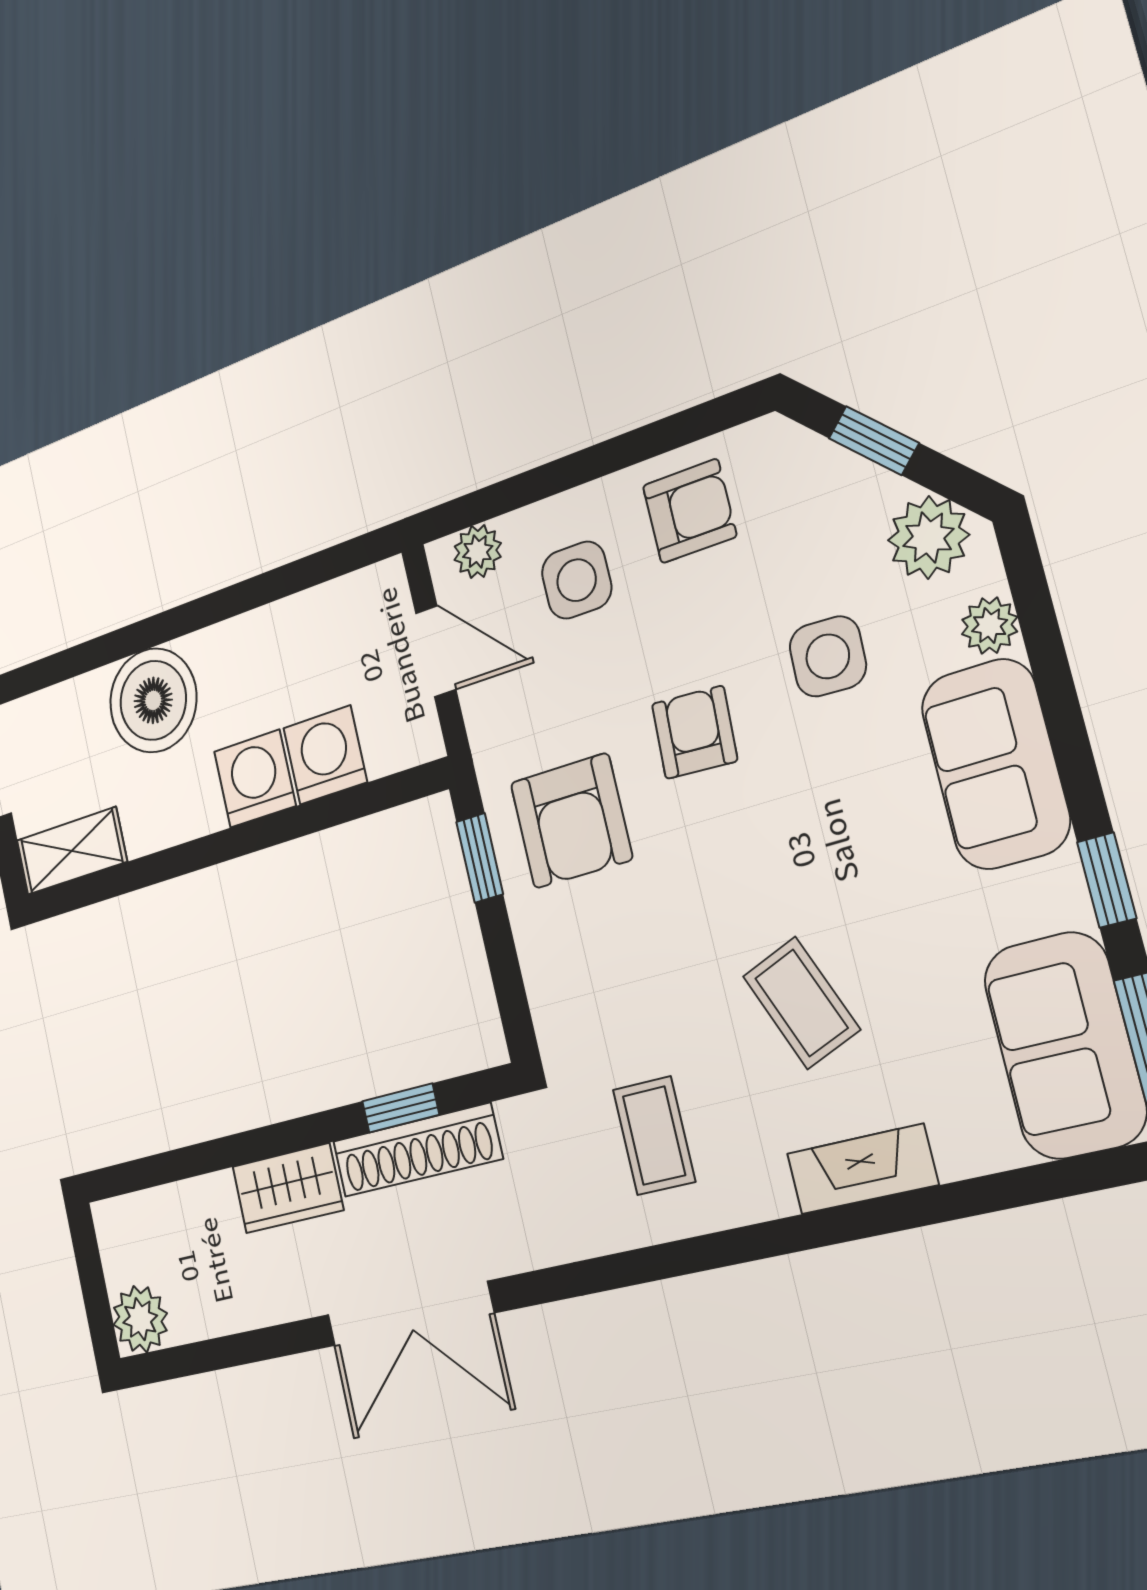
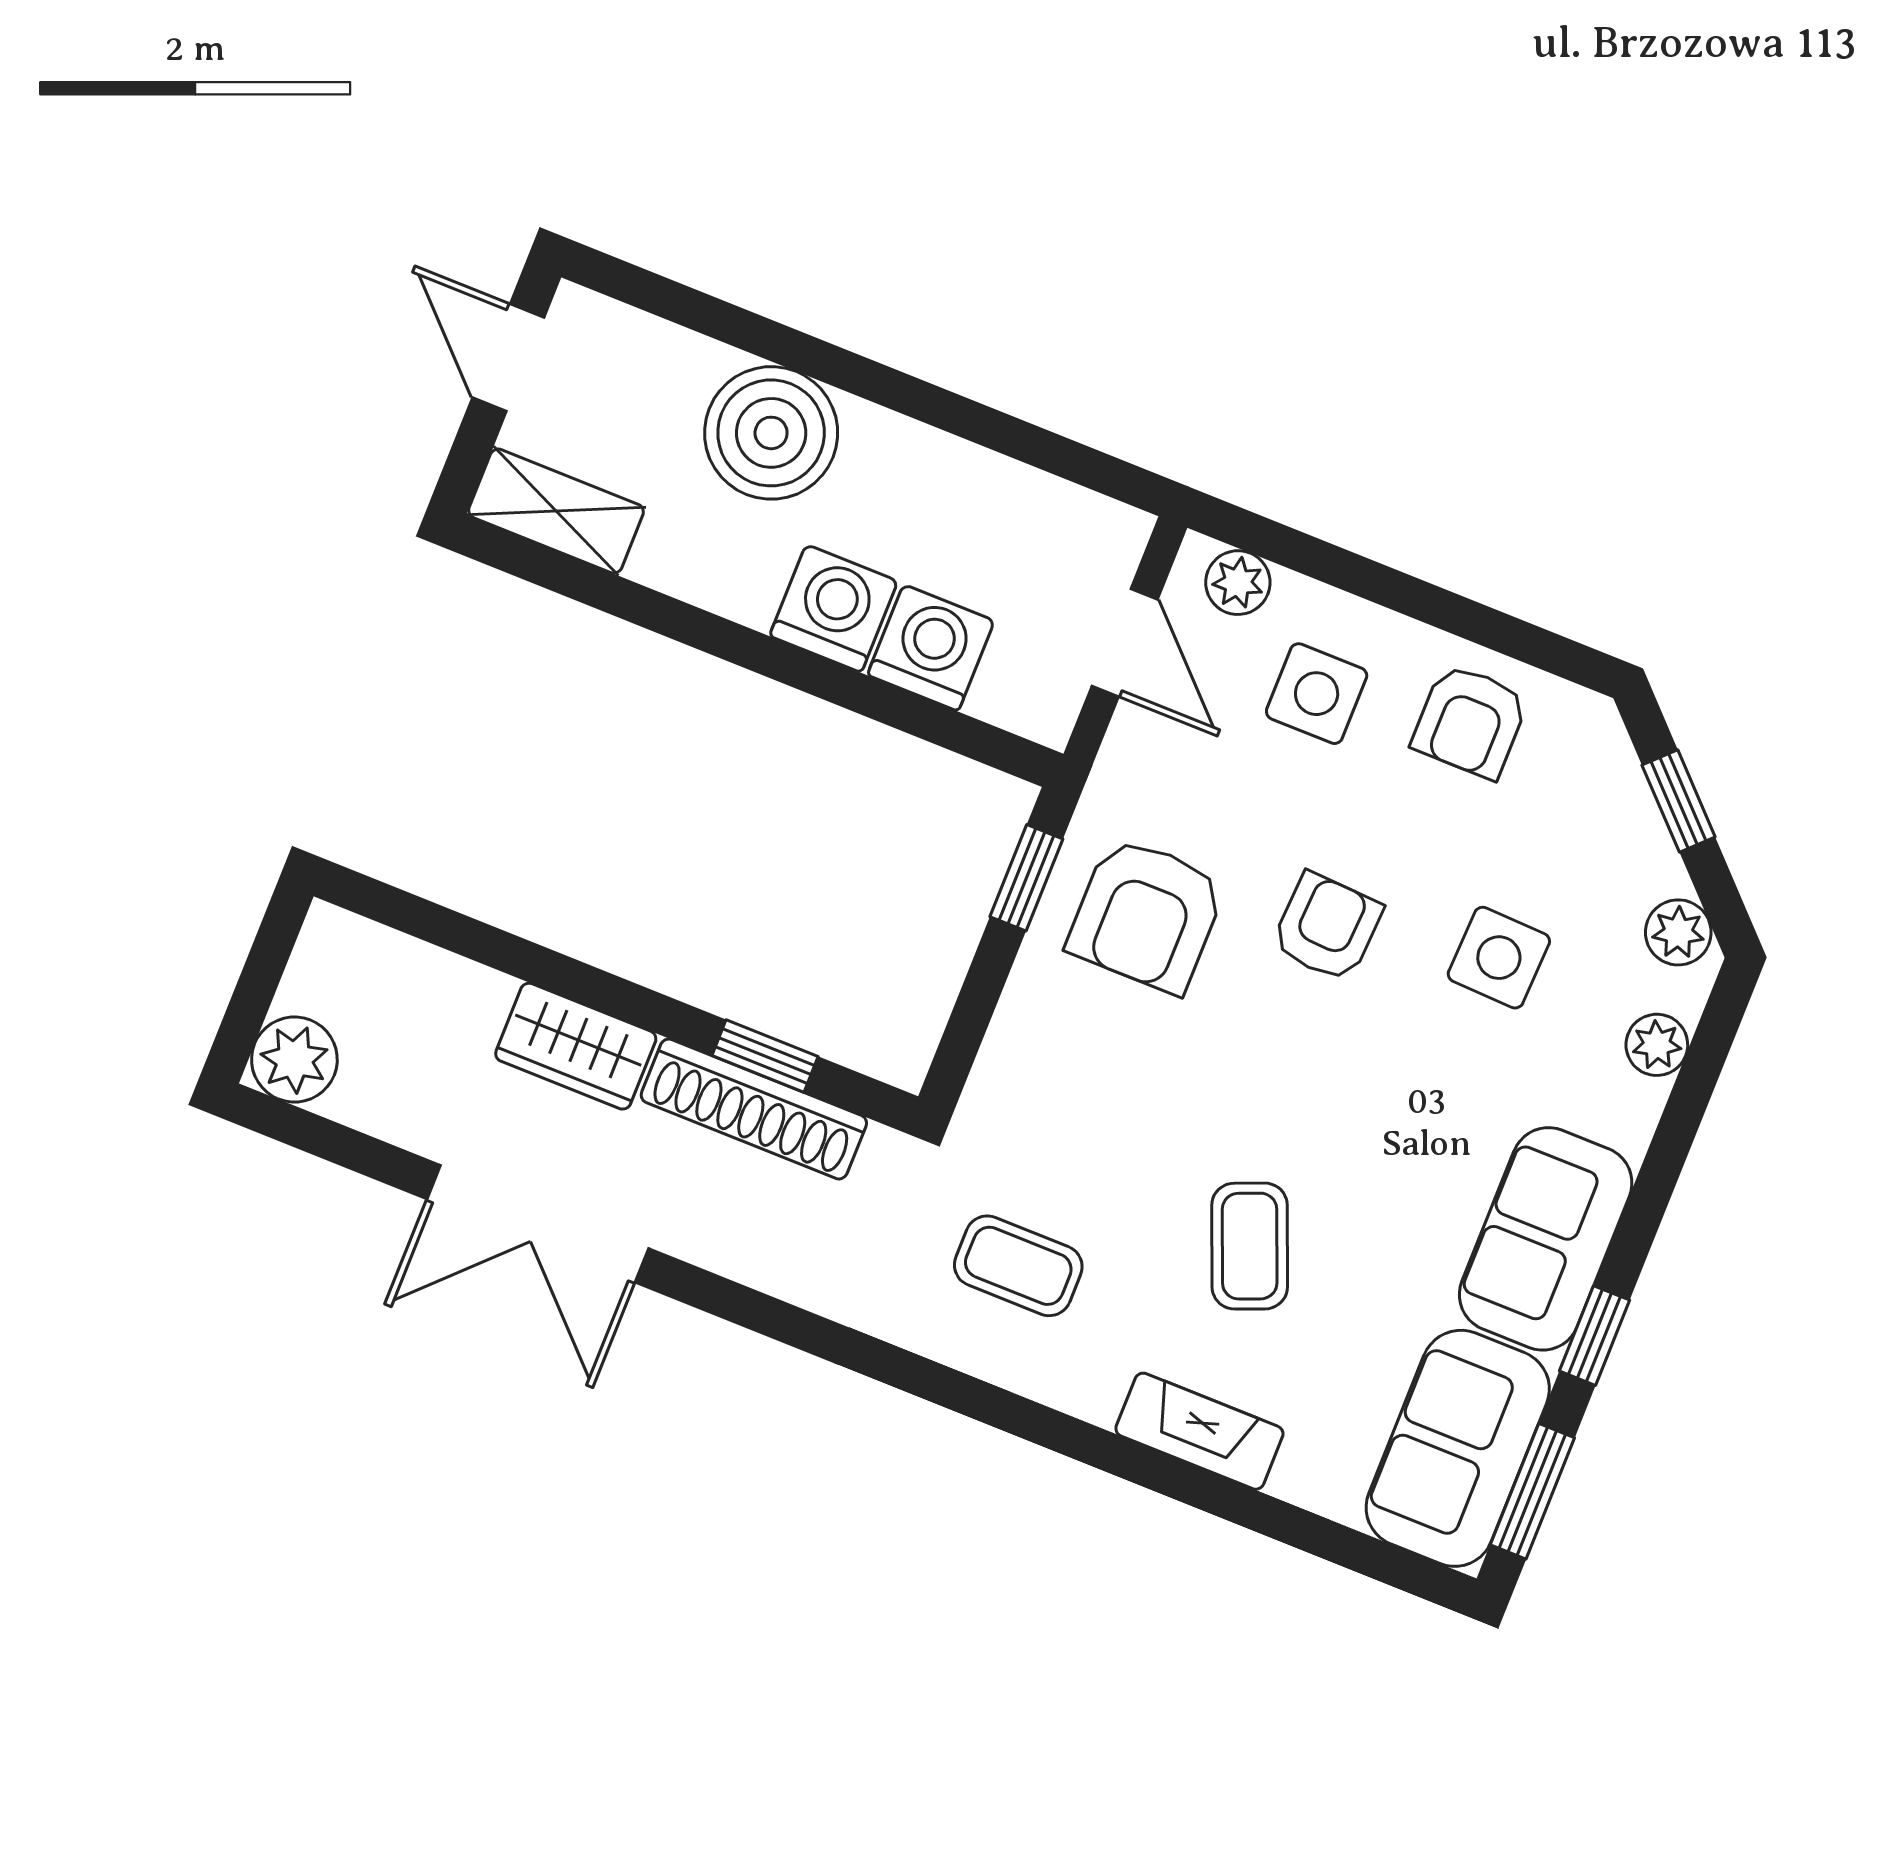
armchair: (689, 511) -> (1470, 721), turned 90
plant: (928, 537) -> (1678, 932), width x0.73, depth x0.73
sofa: (995, 764) -> (1546, 1239), moved
coffee table: (654, 1136) -> (1018, 1266), turned 90
double door: (410, 1314) -> (538, 1224), moved

